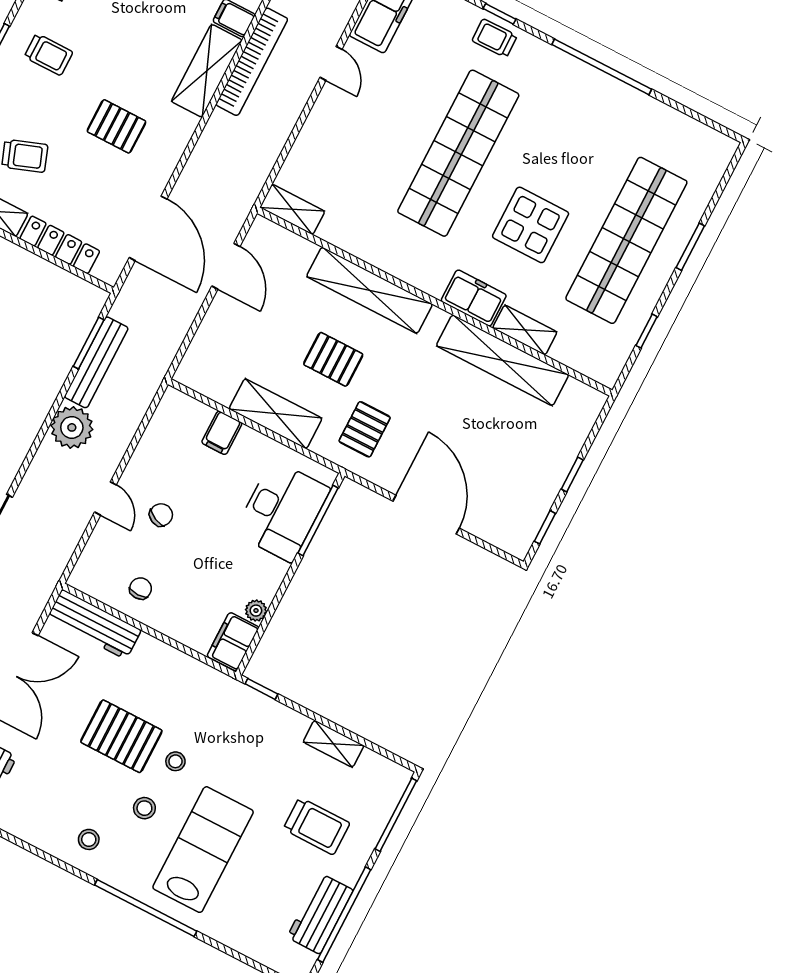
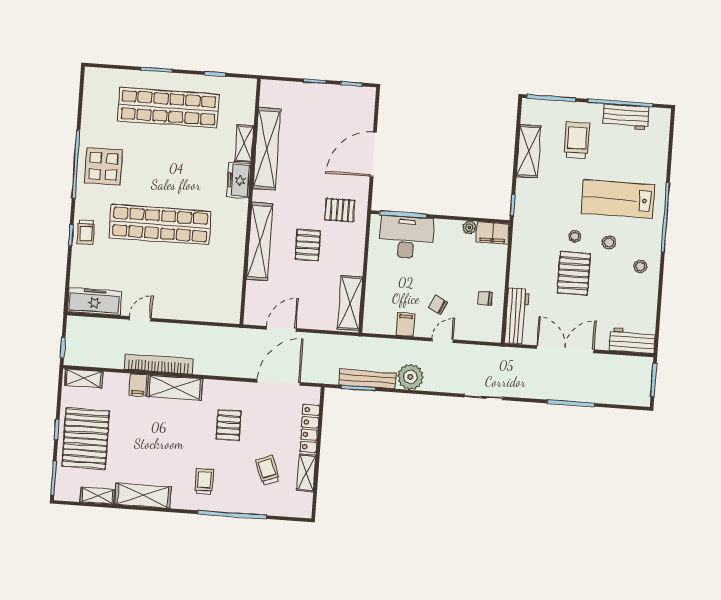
shelving: (292, 209) -> (233, 305), removed
display table: (531, 225) -> (103, 166), moved
shelving: (276, 414) -> (350, 303), moved
filing cabinet: (222, 433) -> (405, 325), moved, turned -90
shelving: (334, 744) -> (529, 151), width x1.50, depth x1.33

